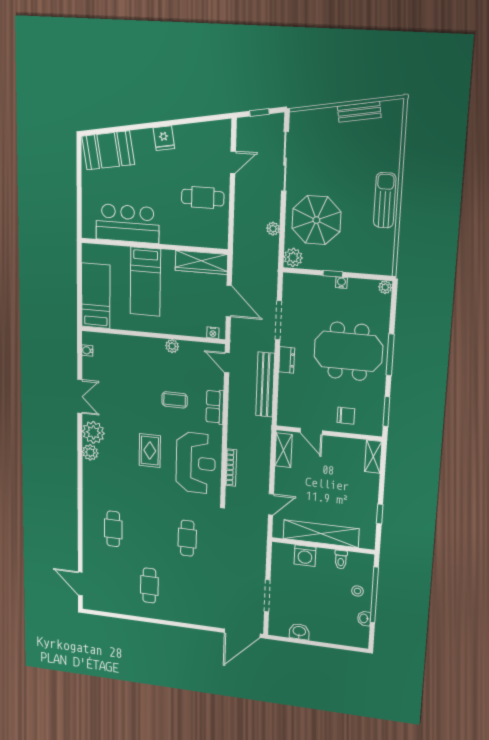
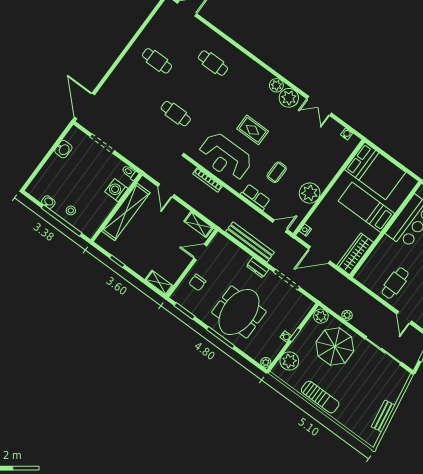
plant: (366, 261) -> (289, 361), added
bed: (96, 296) -> (375, 171), width x1.50
plant: (172, 346) -> (310, 193), width x1.88, depth x1.88
toilet: (341, 560) -> (130, 173), moved

